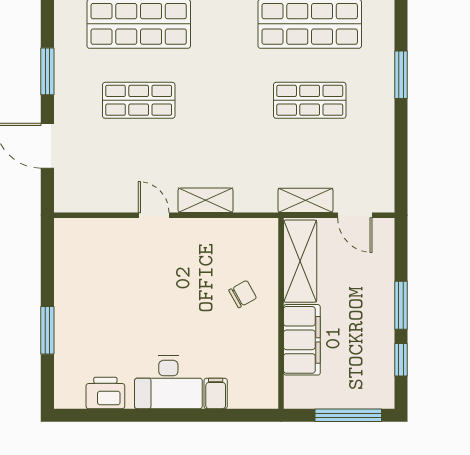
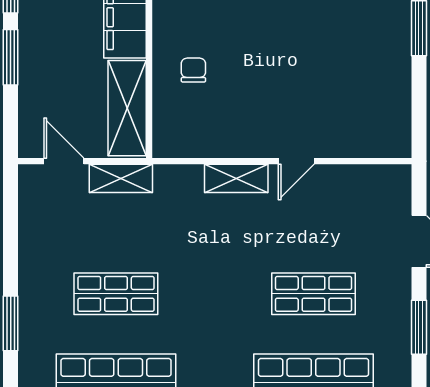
door: (154, 215) -> (296, 161), hinge flipped
chair: (243, 294) -> (193, 70), turned 119

